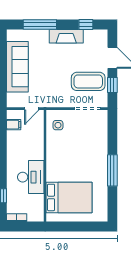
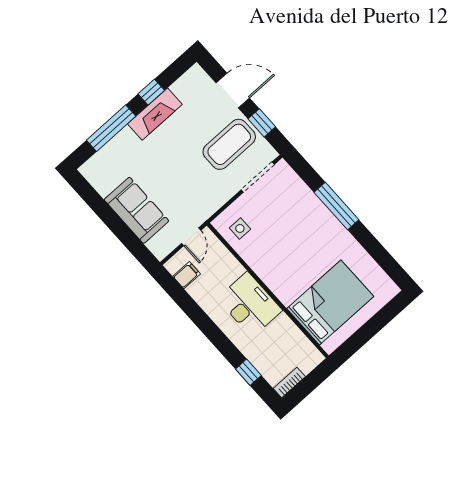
window: (86, 24) -> (151, 92), moved
sofa: (17, 67) -> (136, 210), width x0.73
window: (112, 170) -> (336, 206), moved
desk: (31, 177) -> (250, 304), moved

